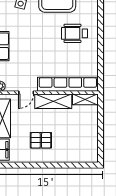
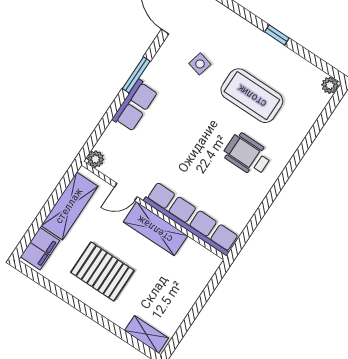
shelving: (85, 99) -> (146, 334), moved
pallet: (41, 140) -> (102, 272), width x1.50, depth x1.42

